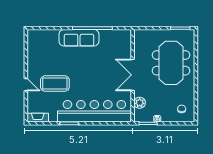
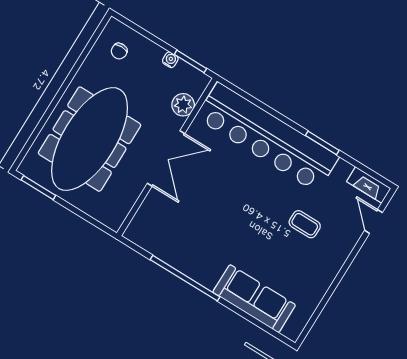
sofa: (79, 38) -> (254, 299), moved
meeting table: (171, 63) -> (90, 139), width x1.36
coffee table: (55, 84) -> (305, 224), width x0.54, depth x0.58
door: (26, 85) -> (373, 221), moved

